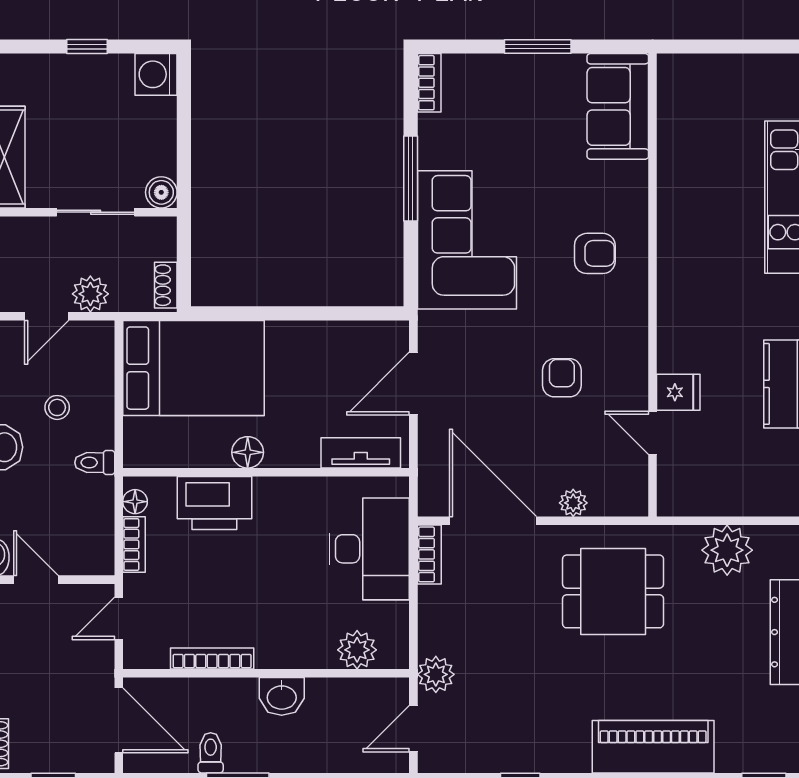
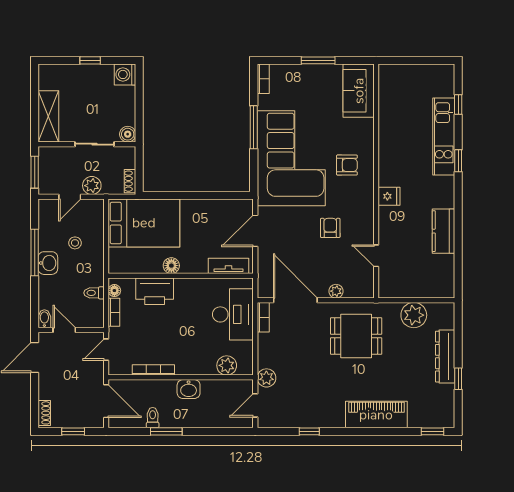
corner sofa: (467, 240) -> (291, 158), width x1.36, depth x1.36
fridge: (678, 392) -> (389, 196), moved
toilet: (95, 463) -> (94, 293), moved

